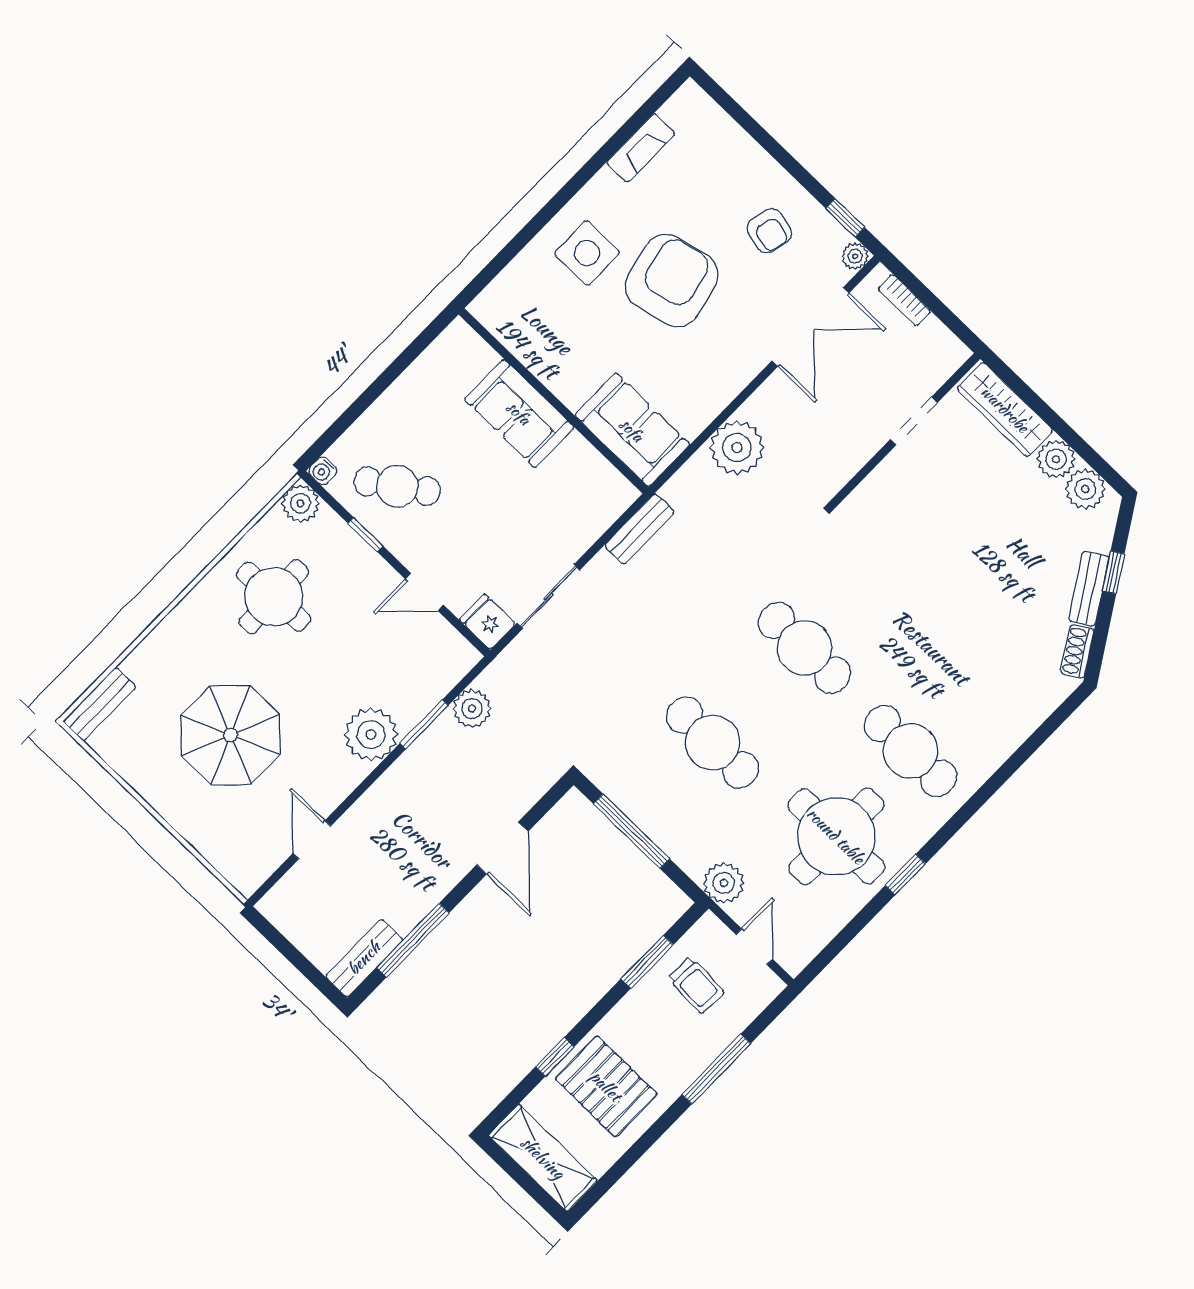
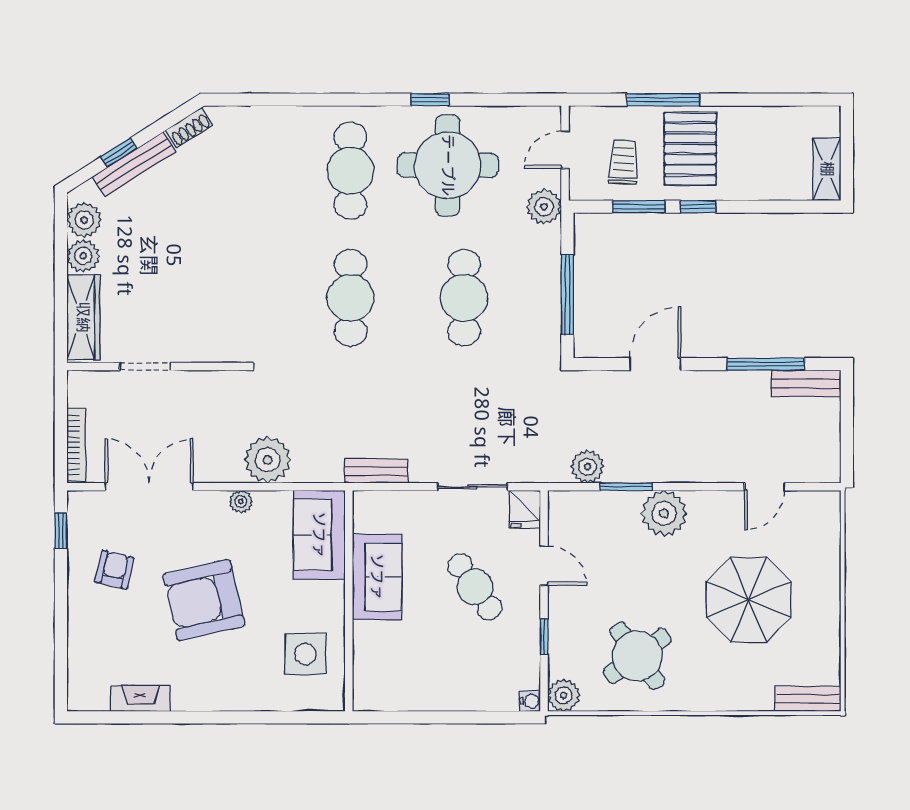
side table: (587, 253) -> (305, 654), moved
plant: (855, 256) -> (241, 502), moved
bookcase: (904, 300) -> (76, 445), width x1.56
sofa: (519, 413) -> (377, 577), moved
cafe table: (397, 486) -> (475, 587), moved
bench: (1089, 589) -> (134, 164), width x1.36
round table: (274, 597) -> (637, 656), turned -34
window: (555, 1057) -> (698, 207), moved
pallet: (606, 1086) -> (690, 149), moved
shelving: (543, 1158) -> (827, 169), width x0.67, depth x0.75

